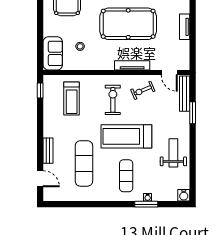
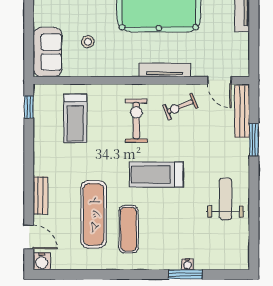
treadmill: (126, 136) -> (156, 174), width x0.73, depth x0.73
exercise mat: (126, 176) -> (129, 229), moved
water cooler: (184, 195) -> (42, 261), moved

